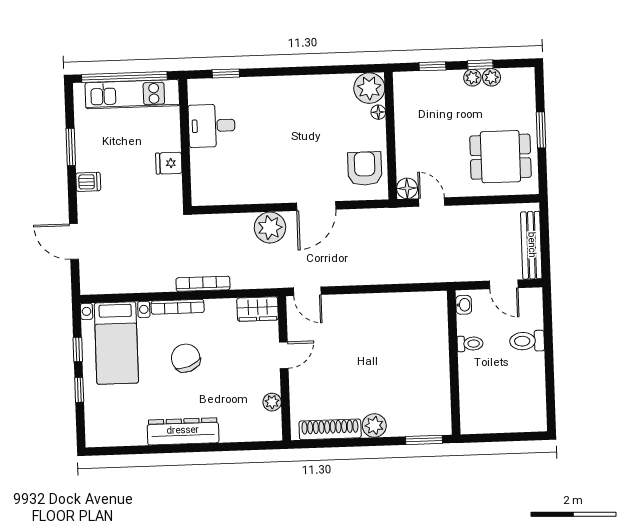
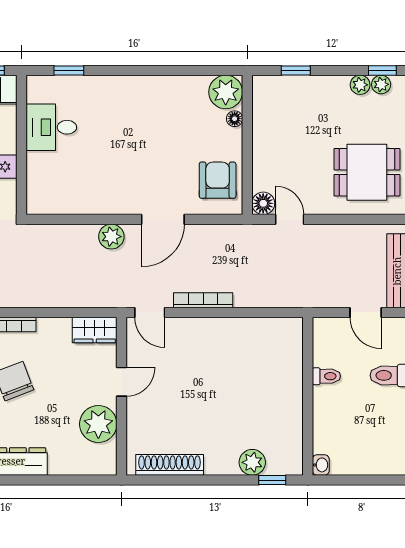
window: (480, 65) -> (382, 70), moved
plant: (472, 78) -> (381, 84), moved
plant: (270, 228) -> (111, 237), width x0.73, depth x0.73
bookcase: (203, 284) -> (203, 300), moved
washbasin: (464, 305) -> (321, 465), moved
plant: (272, 402) -> (98, 424), width x1.88, depth x1.88
plant: (374, 425) -> (252, 462), moved
window: (424, 440) -> (272, 480), width x0.67

